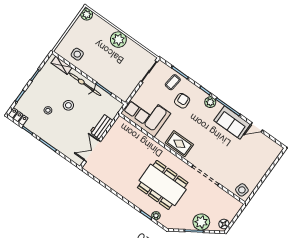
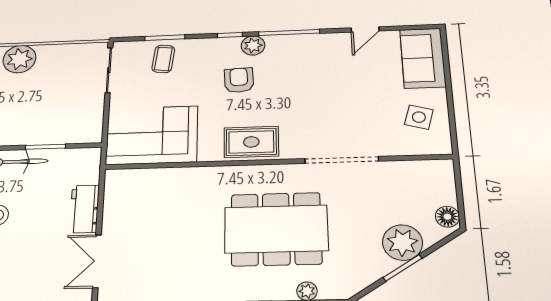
armchair: (182, 101) -> (239, 80), moved
sofa: (232, 122) -> (423, 58), moved, turned 90
side table: (242, 190) -> (419, 117), moved

